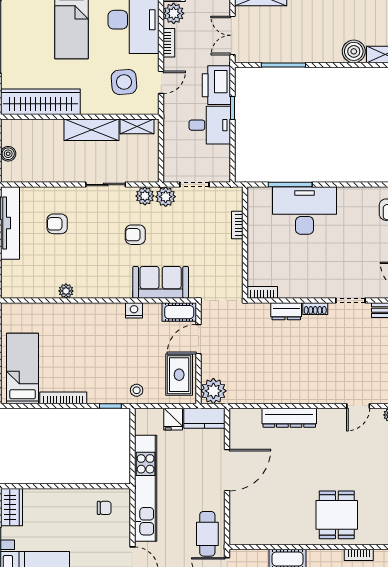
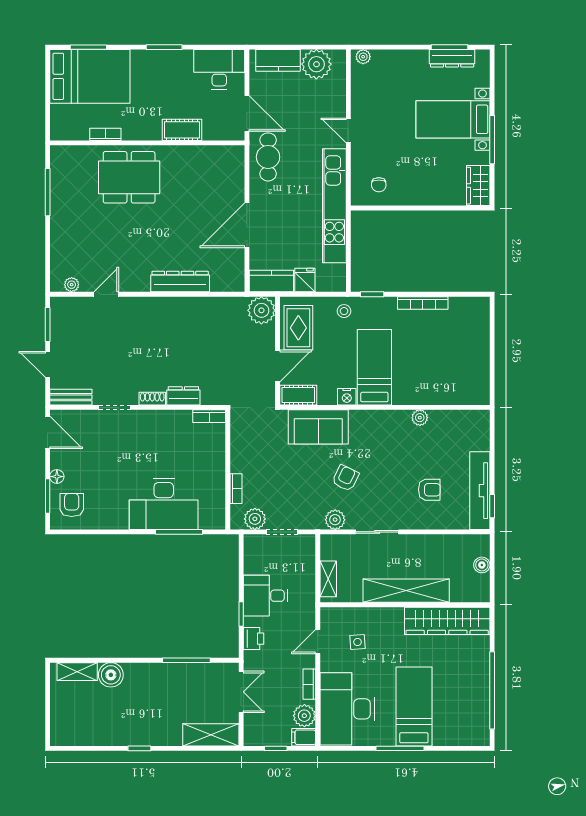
side table: (124, 82) -> (358, 642), width x0.54, depth x0.54
printer: (216, 85) -> (254, 639), width x0.53, depth x0.68
shelving: (137, 126) -> (328, 579), moved, turned 90
shelving: (91, 130) -> (406, 591), width x1.47
plant: (166, 197) -> (255, 519), moved
armchair: (135, 235) -> (345, 478), turned -64
bed: (23, 368) -> (374, 367), moved, turned 180
chair: (104, 508) -> (379, 185), turned -90
dining table: (337, 515) -> (129, 177), width x1.38

